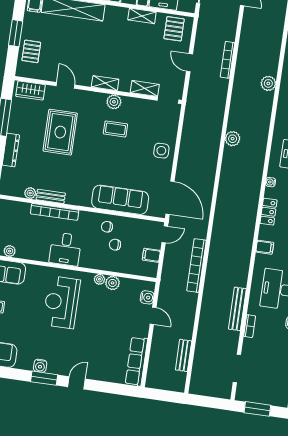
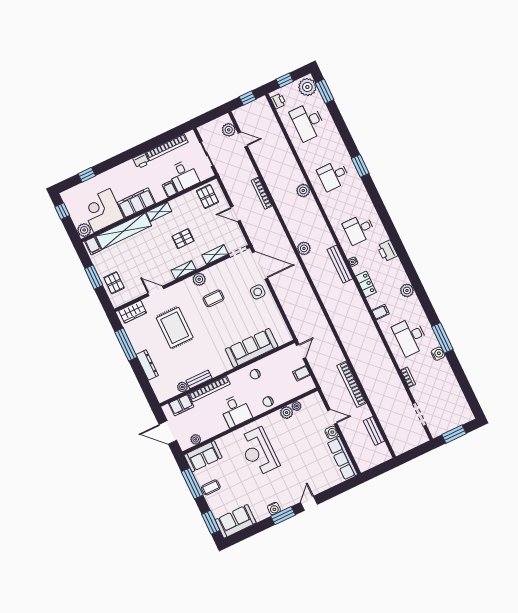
shelving: (142, 16) -> (159, 212), moved
pallet: (124, 53) -> (183, 239), added
door: (170, 198) -> (260, 265), moved
filing cabinet: (18, 209) -> (181, 405), added
chair: (115, 245) -> (268, 402), moved
bookcase: (196, 266) -> (352, 384), moved
plant: (99, 279) -> (297, 406), moved
water cooler: (147, 297) -> (331, 432), moved
bench: (237, 309) -> (340, 264), moved

